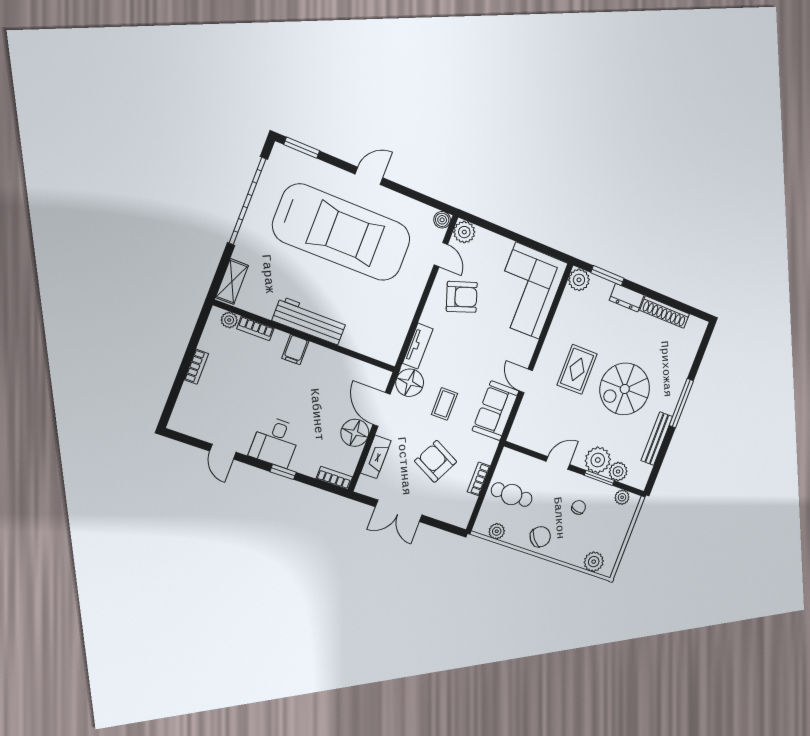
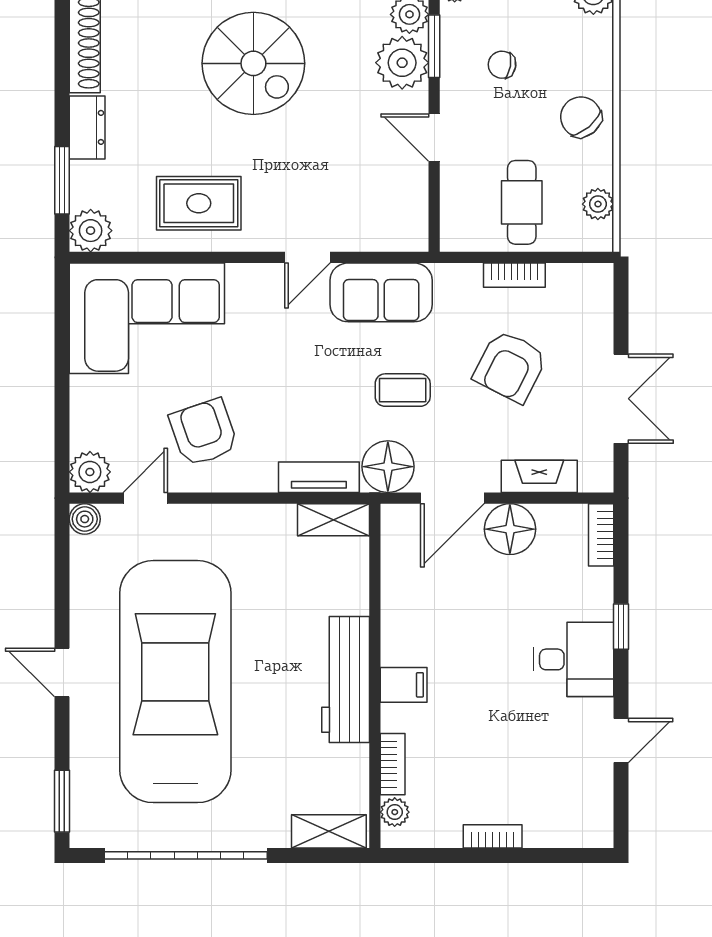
shelving: (394, 345) -> (333, 520), added
rug: (577, 369) -> (199, 203), moved

